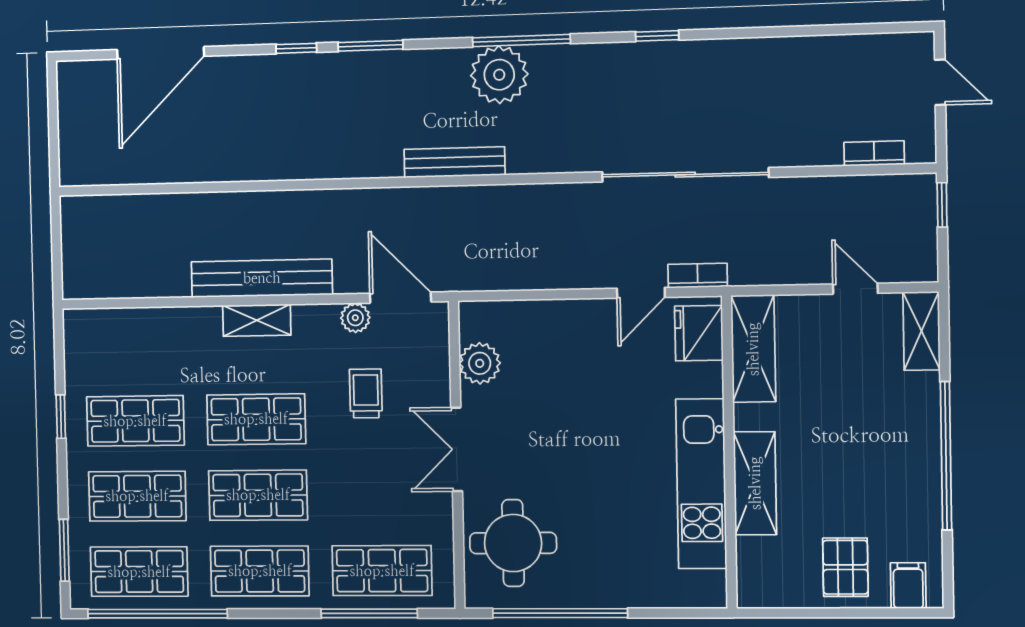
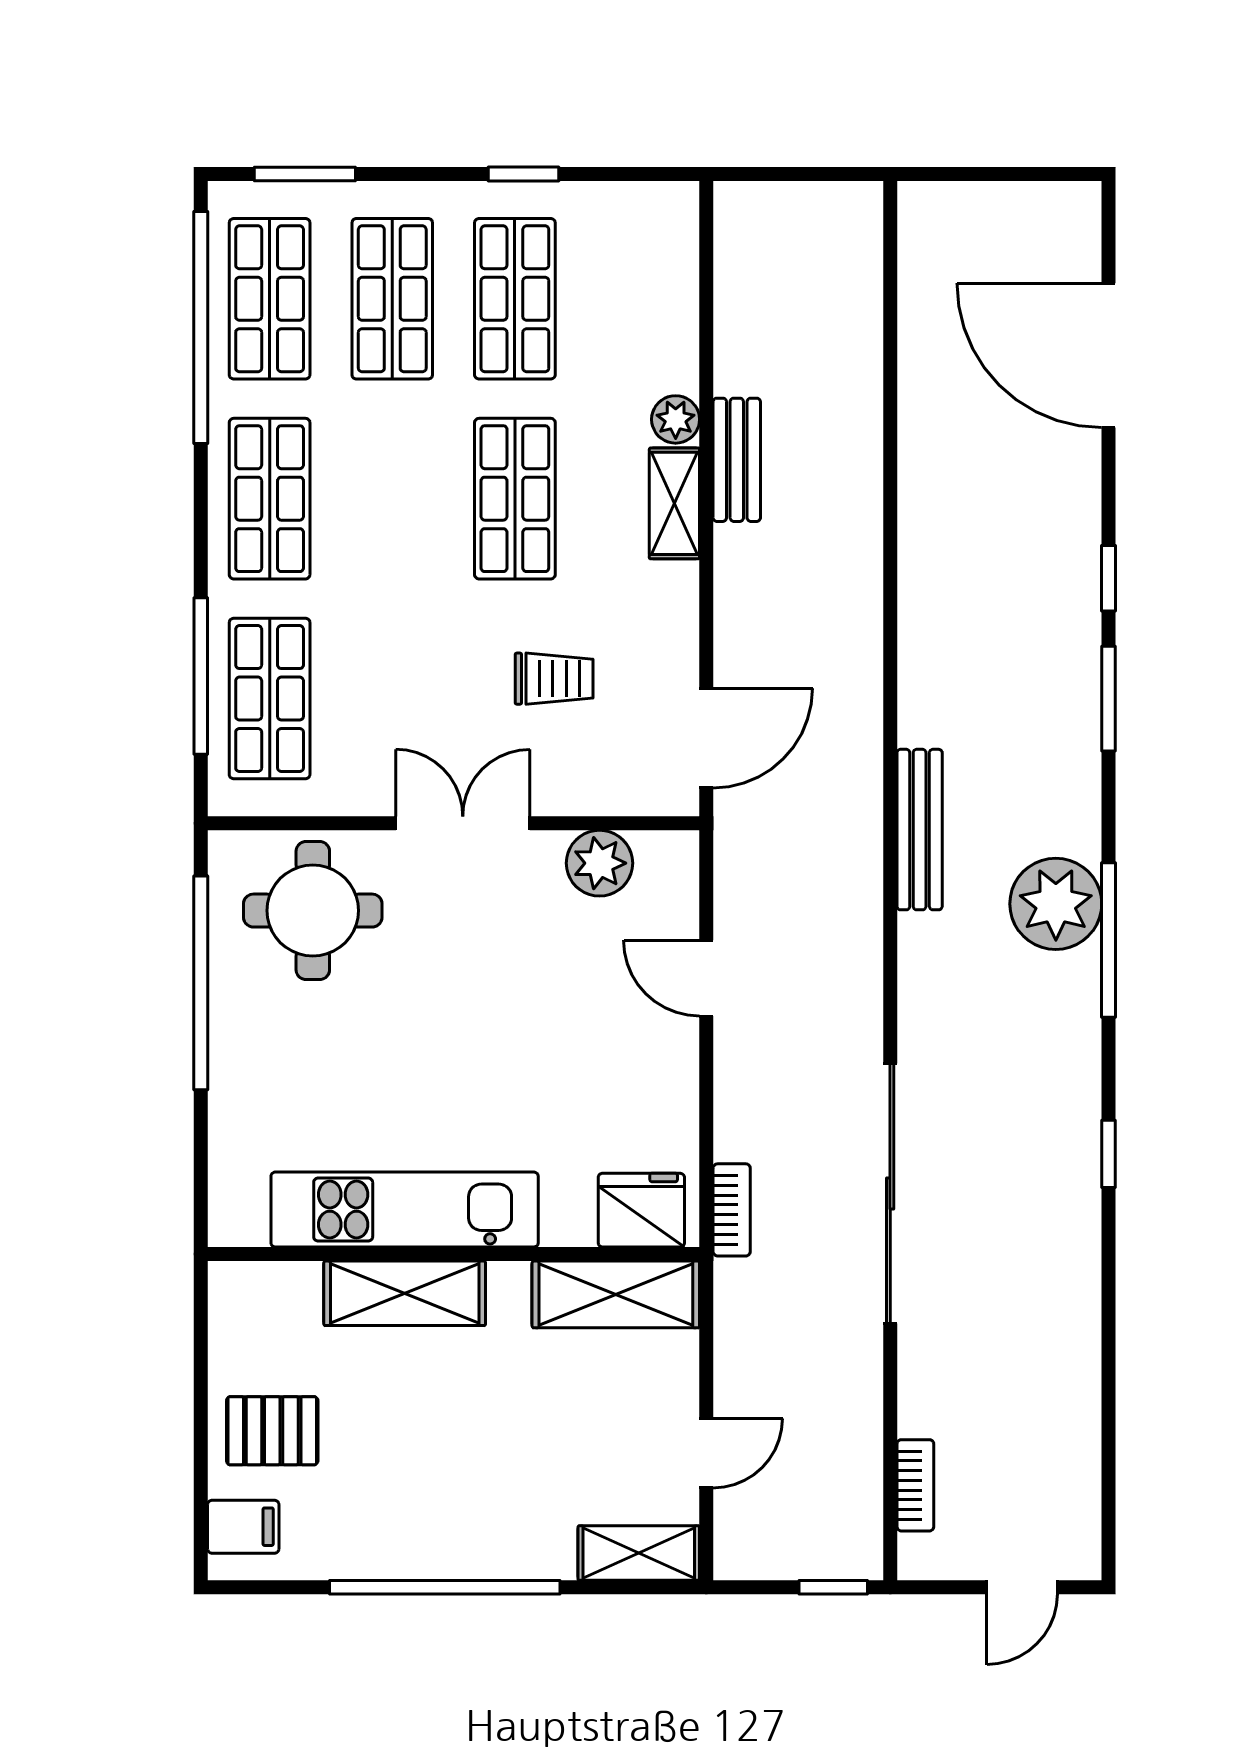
bench: (262, 278) -> (737, 460), width x0.54, depth x0.82
door: (641, 293) -> (706, 978), moved
plant: (355, 318) -> (676, 419), moved
shop shelf: (258, 495) -> (392, 499), removed

